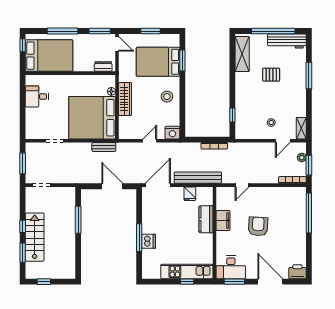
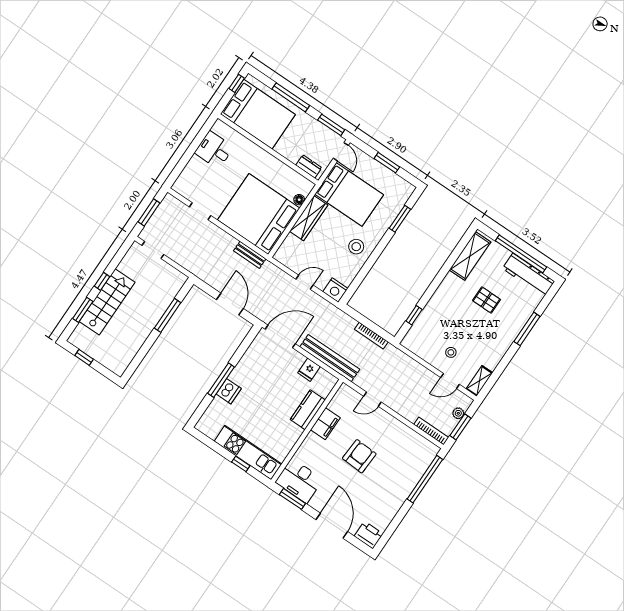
bed: (158, 62) -> (349, 194), moved, turned 180

